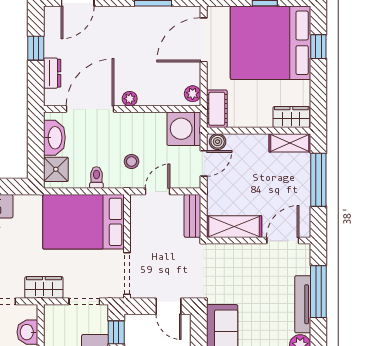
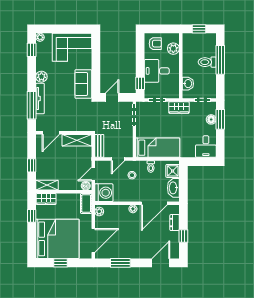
window: (318, 47) -> (32, 216), moved
window: (318, 180) -> (32, 165), width x0.46
bed: (83, 222) -> (158, 148), width x0.67
door: (168, 306) -> (112, 97), hinge flipped

